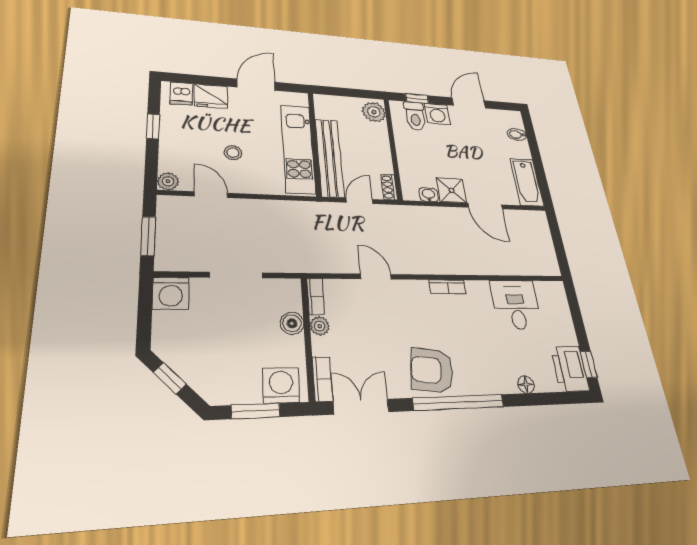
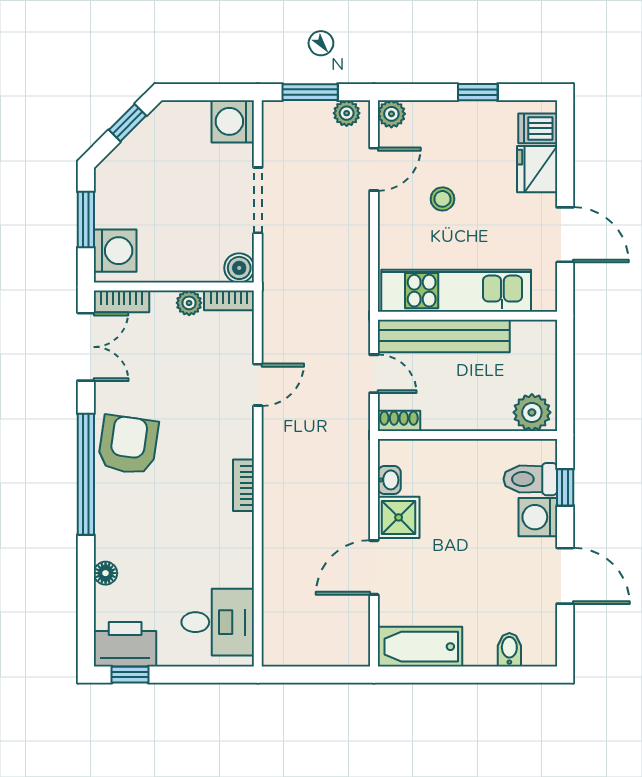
plant: (166, 211) -> (347, 113), added
desk: (516, 305) -> (218, 622), moved
boiler: (292, 323) -> (239, 268), moved

